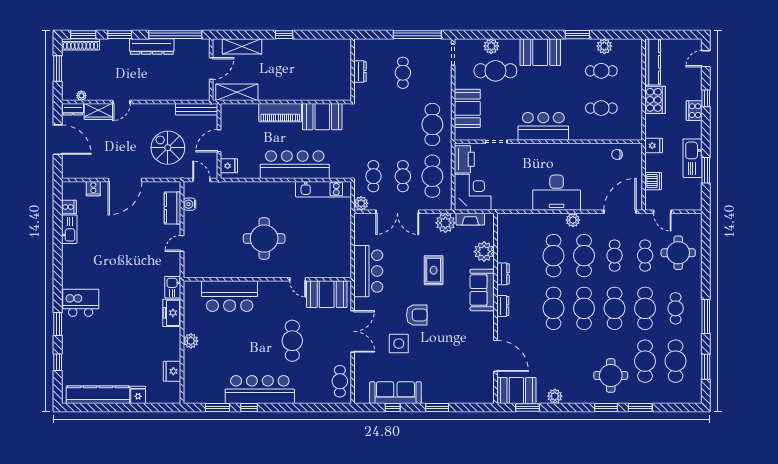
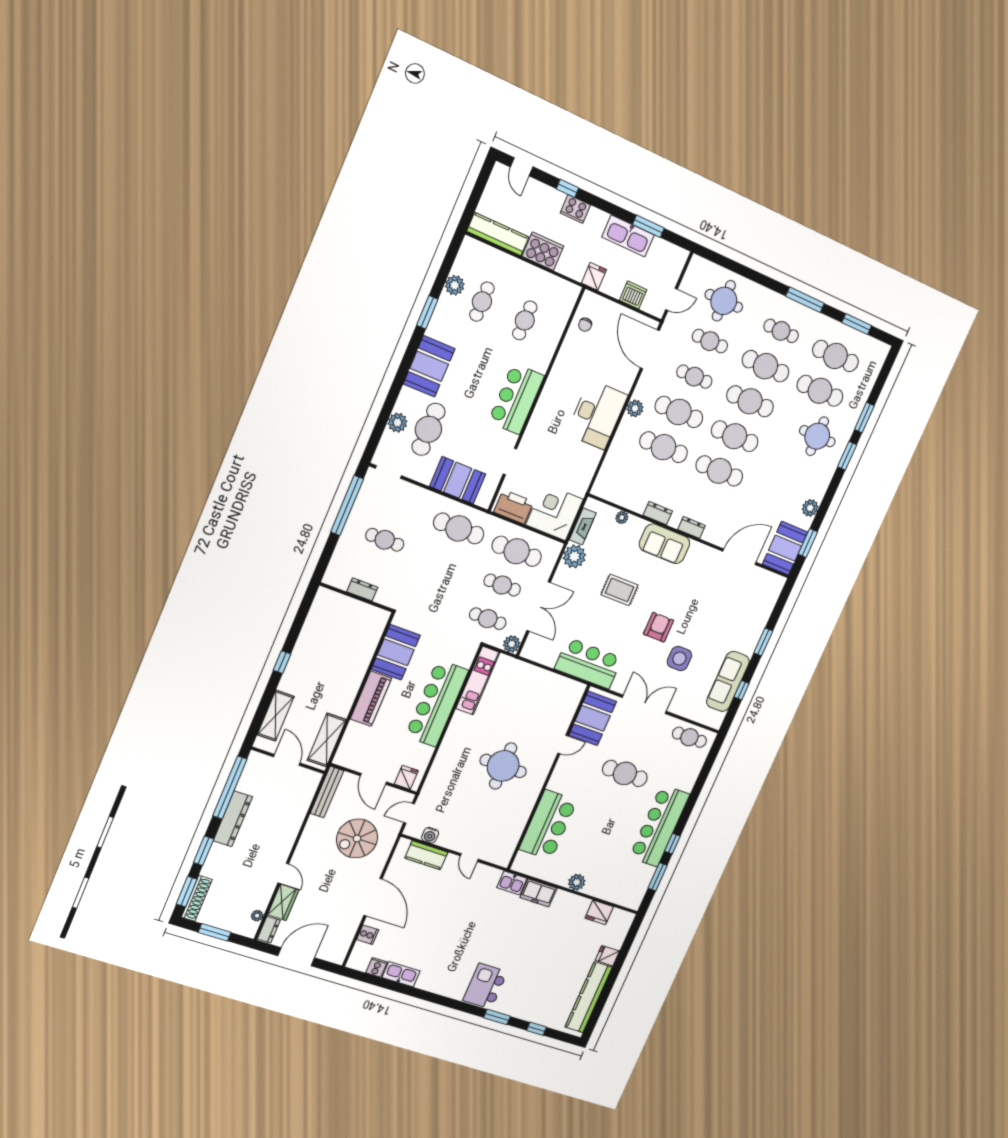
plant: (484, 252) -> (622, 517), width x0.53, depth x0.53

